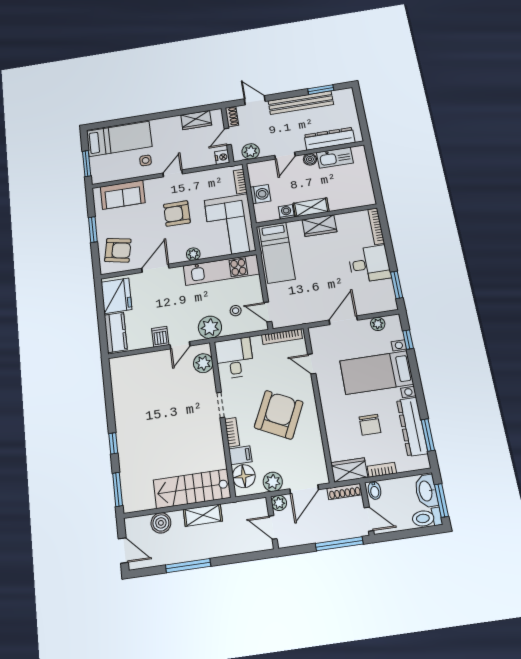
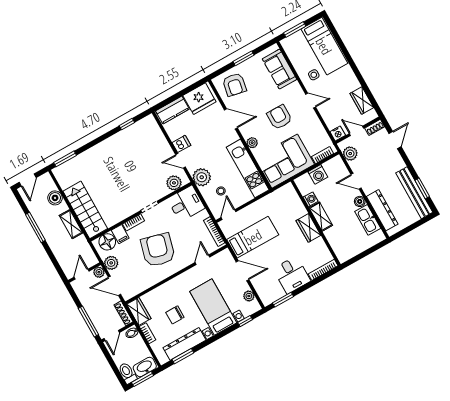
bench: (301, 103) -> (414, 193), moved
bed: (277, 253) -> (253, 237), moved, turned 180
armchair: (279, 415) -> (158, 250), turned -101
window: (113, 443) -> (127, 124), moved

